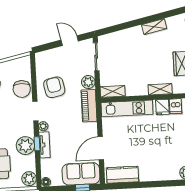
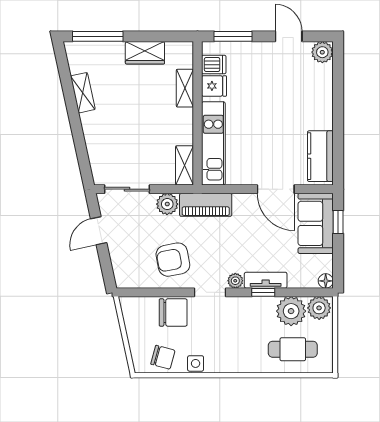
plant: (25, 146) -> (291, 311), moved

